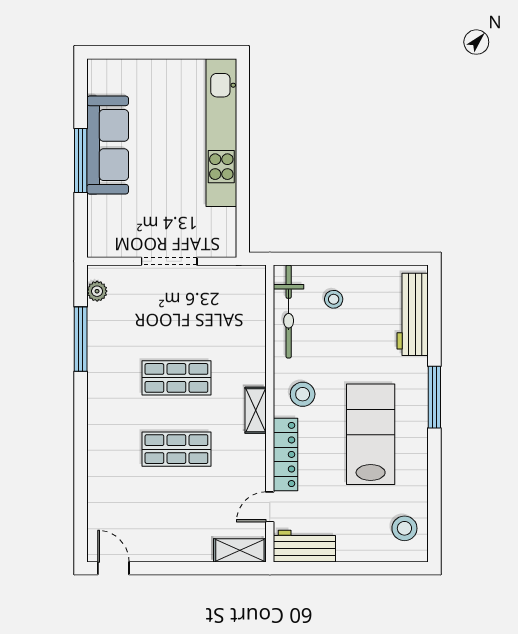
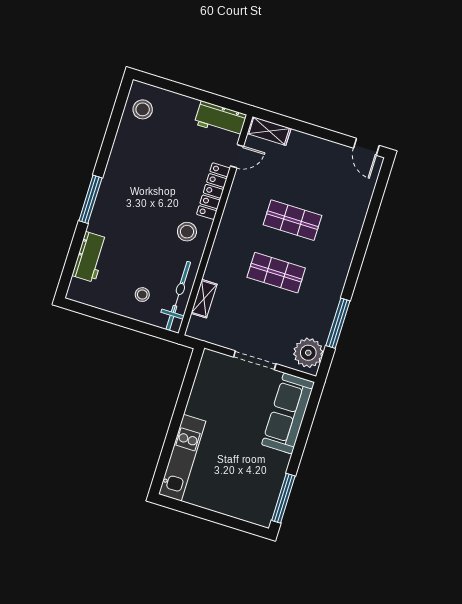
kitchen unit: (221, 133) -> (182, 458), width x0.73
sofa: (108, 145) -> (288, 413), moved
window: (81, 161) -> (283, 498), moved
plant: (97, 291) -> (308, 353), width x1.88, depth x1.88
workbench: (413, 314) -> (90, 257), width x0.73
shelving: (256, 410) -> (204, 299), moved
lab bench: (371, 434) -> (146, 187), removed

